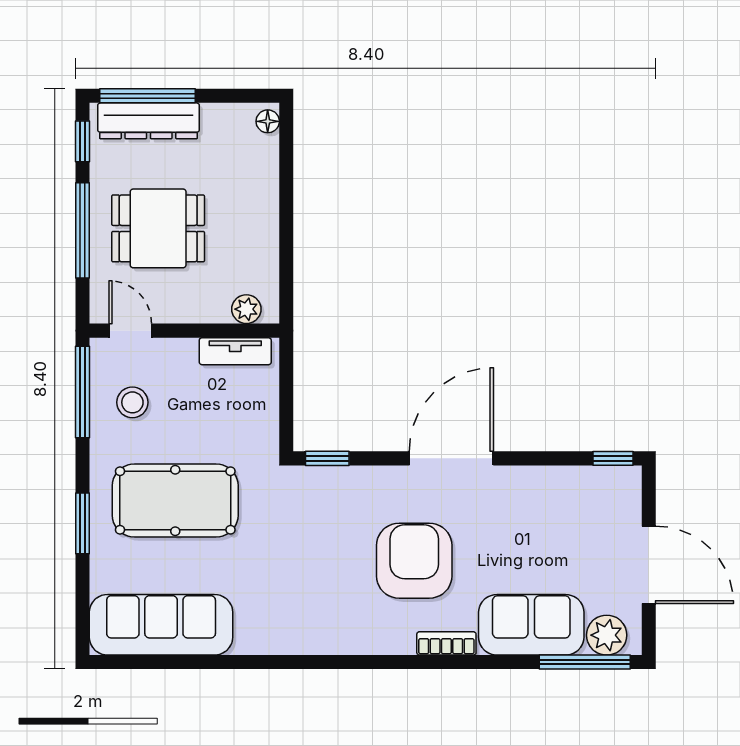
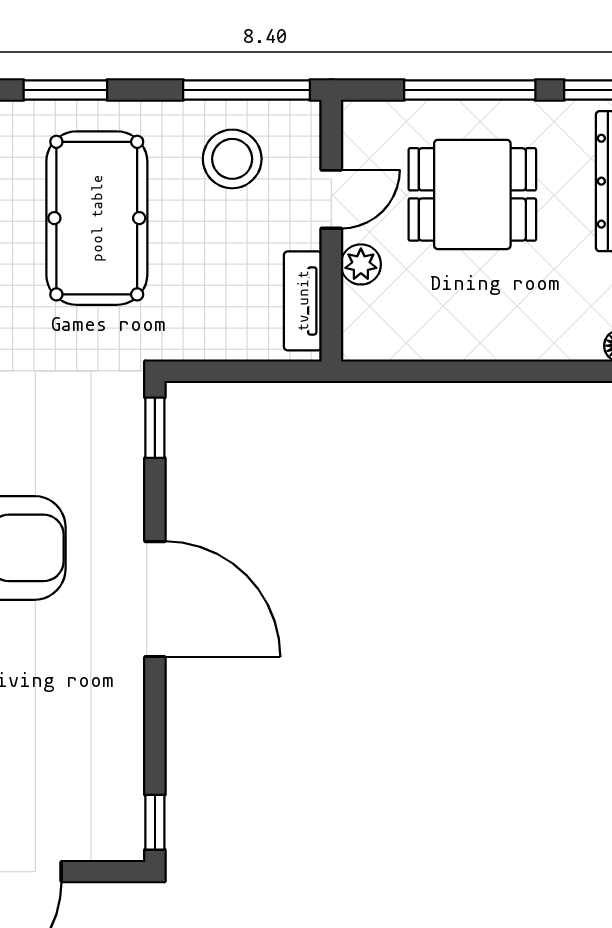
dining table: (158, 228) -> (472, 194), turned 90
plant: (246, 309) -> (361, 264), moved
door: (130, 331) -> (331, 199), moved
stool: (132, 402) -> (232, 159), width x1.38, depth x1.38

